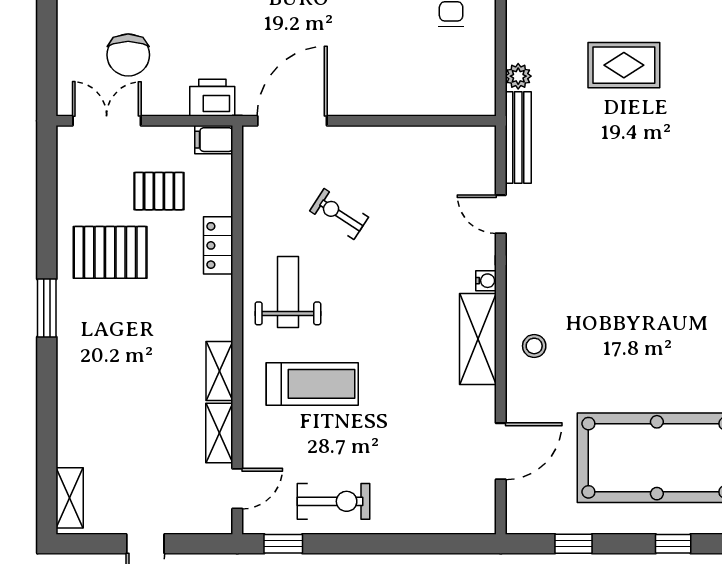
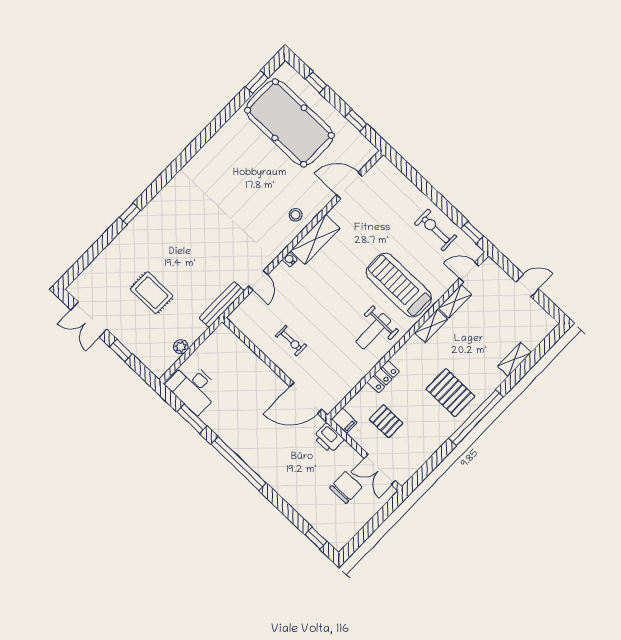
plant: (518, 76) -> (181, 347), moved
exercise bike: (339, 214) -> (291, 341), moved, turned -33
pallet: (110, 252) -> (450, 393), moved
window: (47, 308) -> (476, 418), width x2.11
treadmill: (312, 384) -> (399, 285), width x1.37, depth x1.38
shelving: (70, 498) -> (514, 359), moved

